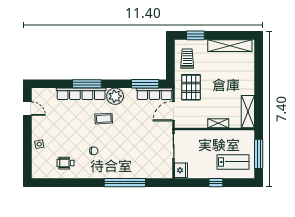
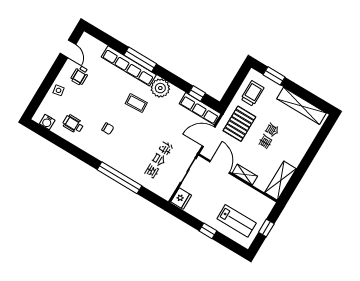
window: (145, 84) -> (197, 93), width x0.46
wheelchair: (49, 123) -> (80, 75), added
door: (196, 129) -> (220, 167), added
window: (259, 154) -> (266, 228), width x0.46
water cooler: (45, 173) -> (47, 122), added

